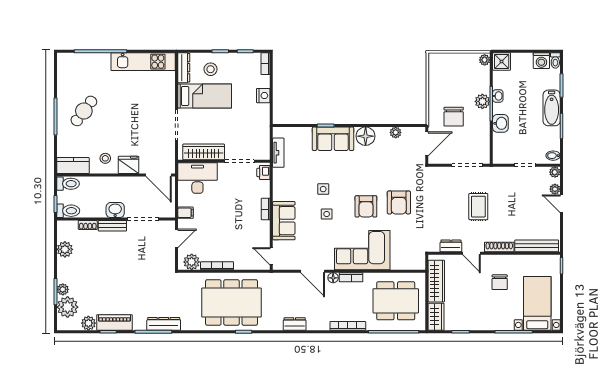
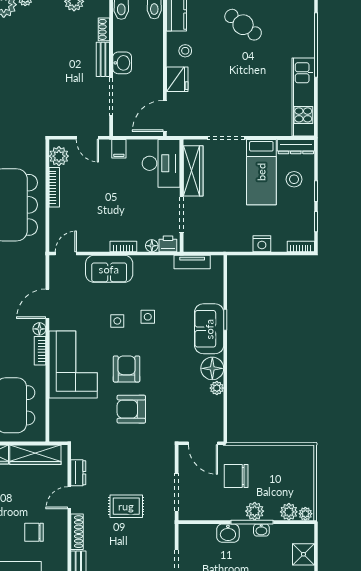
shower: (502, 61) -> (303, 554), moved
plant: (483, 74) -> (289, 512), added
plant: (396, 132) -> (217, 388), moved
floor lamp: (265, 186) -> (152, 246), added
armchair: (366, 206) -> (127, 369), turned 90

